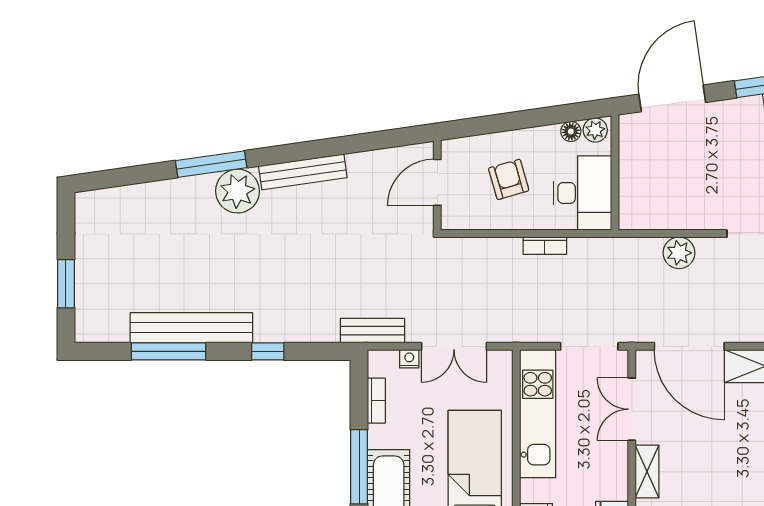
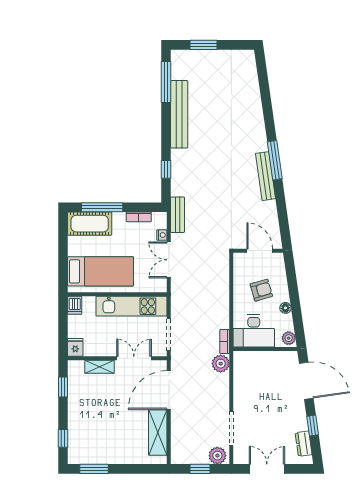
floor lamp: (571, 131) -> (285, 308), moved
window: (211, 164) -> (275, 160), moved
plant: (238, 191) -> (255, 140), removed
bookcase: (545, 246) -> (225, 342), moved
plant: (679, 253) -> (221, 364), moved
window: (168, 351) -> (166, 82), moved
window: (268, 351) -> (166, 169), moved

